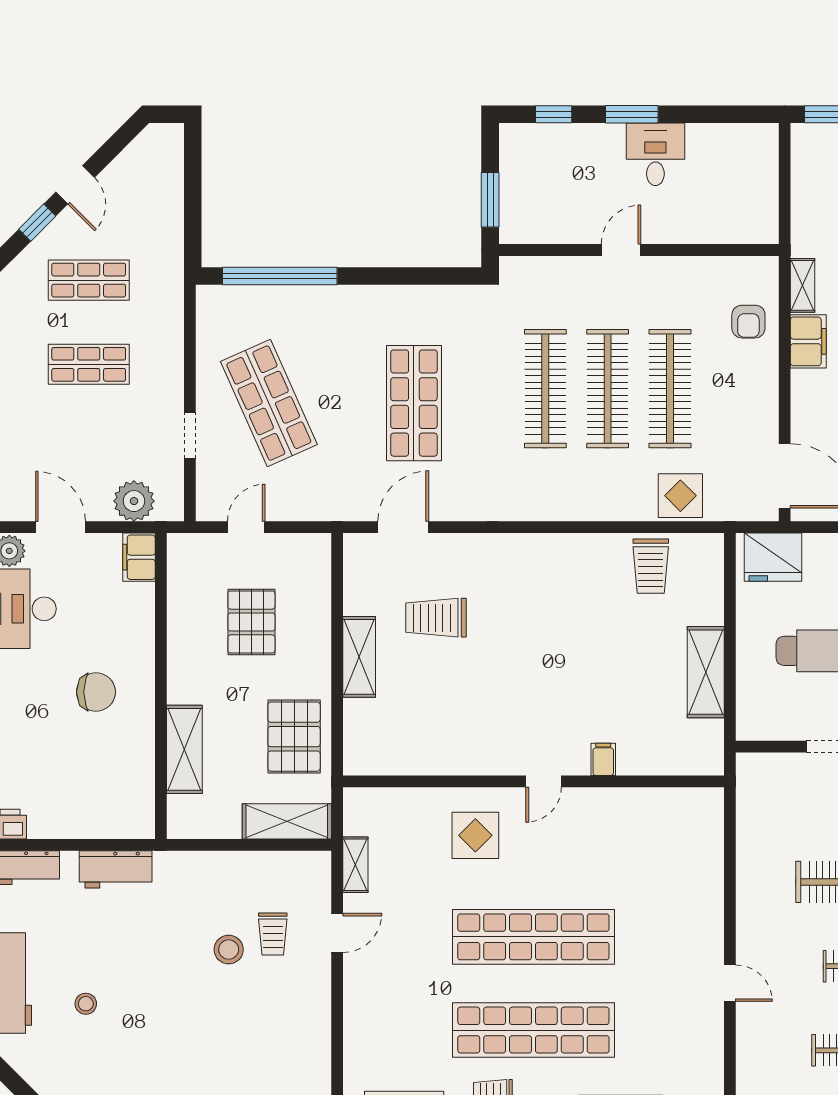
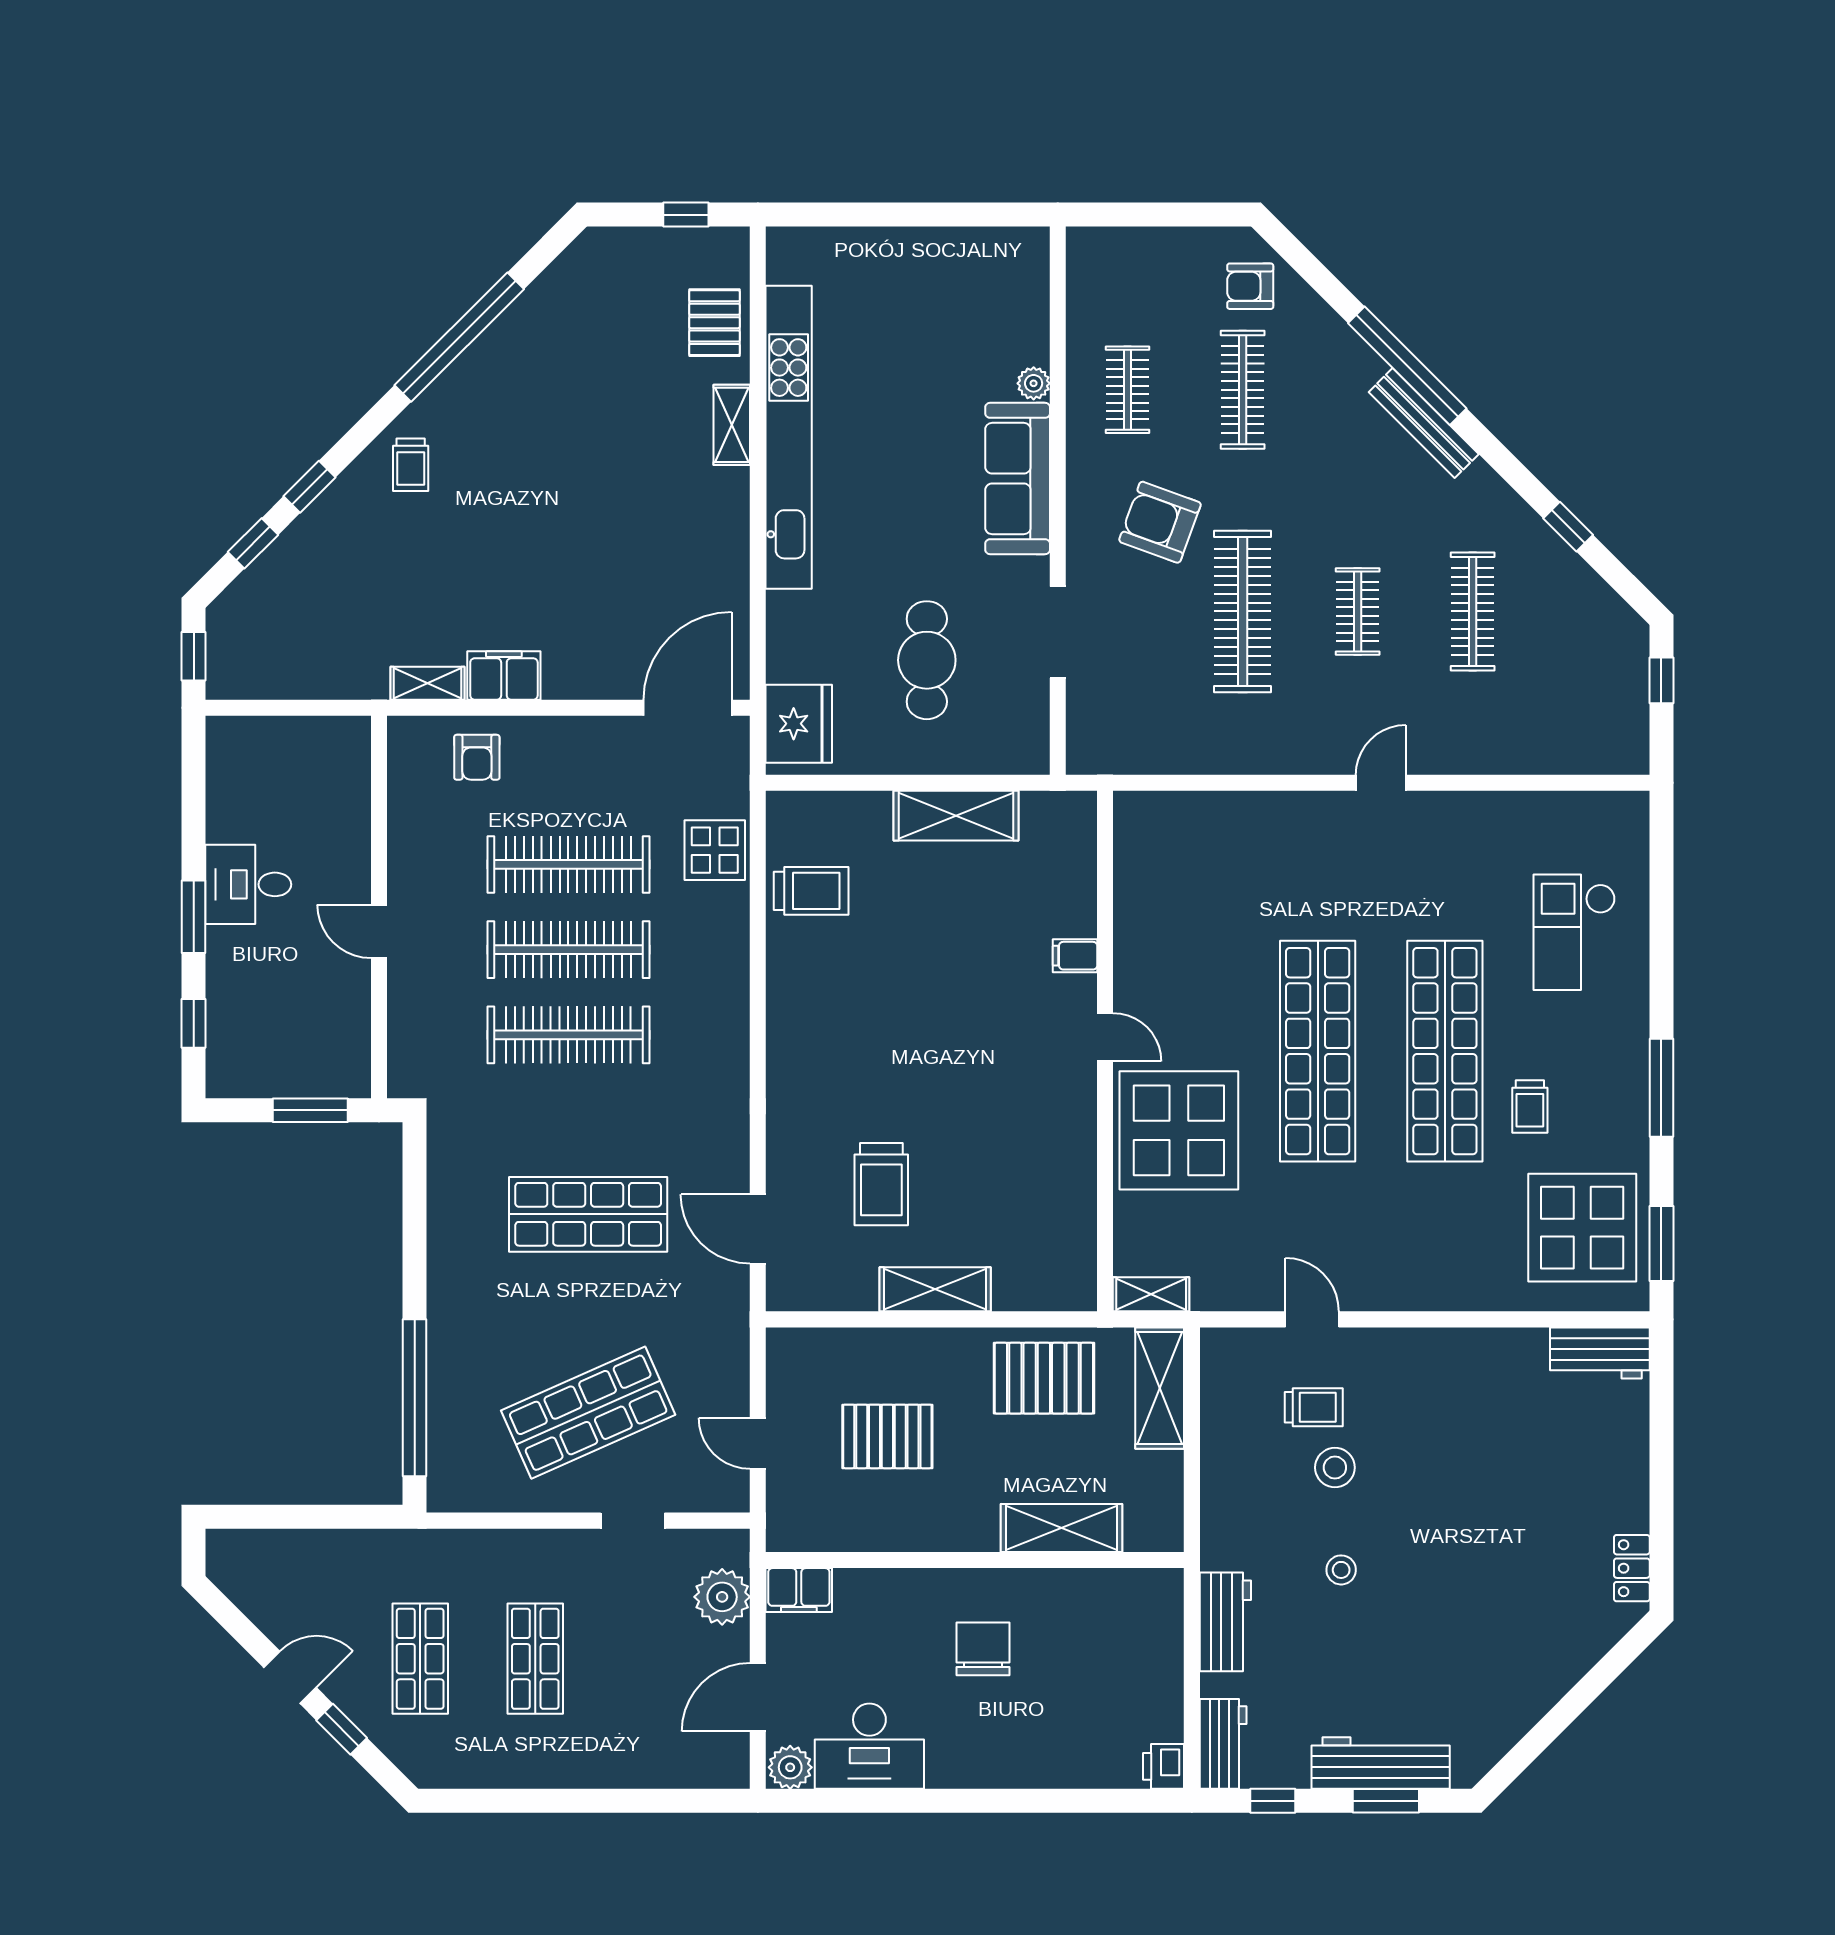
armchair: (748, 322) -> (477, 757), turned 90
display table: (475, 835) -> (1179, 1130), width x1.86, depth x1.86
shelving: (355, 865) -> (1151, 1294), moved
stool: (86, 1004) -> (1341, 1570), moved

